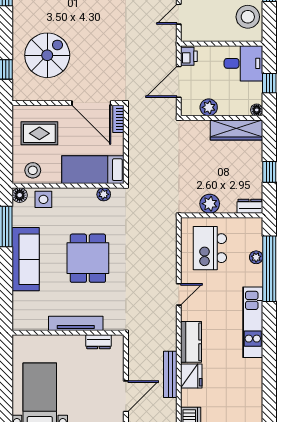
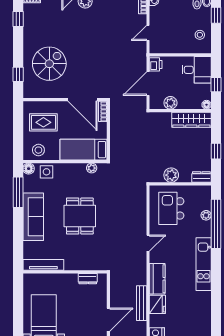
stool: (248, 17) -> (200, 35), width x0.53, depth x0.53
tv unit: (76, 323) -> (43, 265), moved

